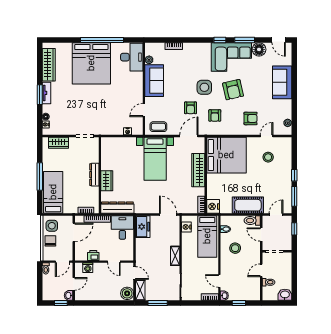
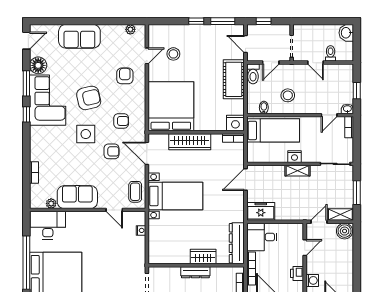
door: (267, 136) -> (147, 56), swing flipped
nightstand: (186, 227) -> (294, 157), moved

